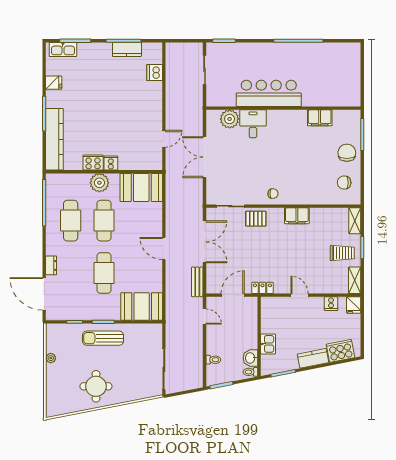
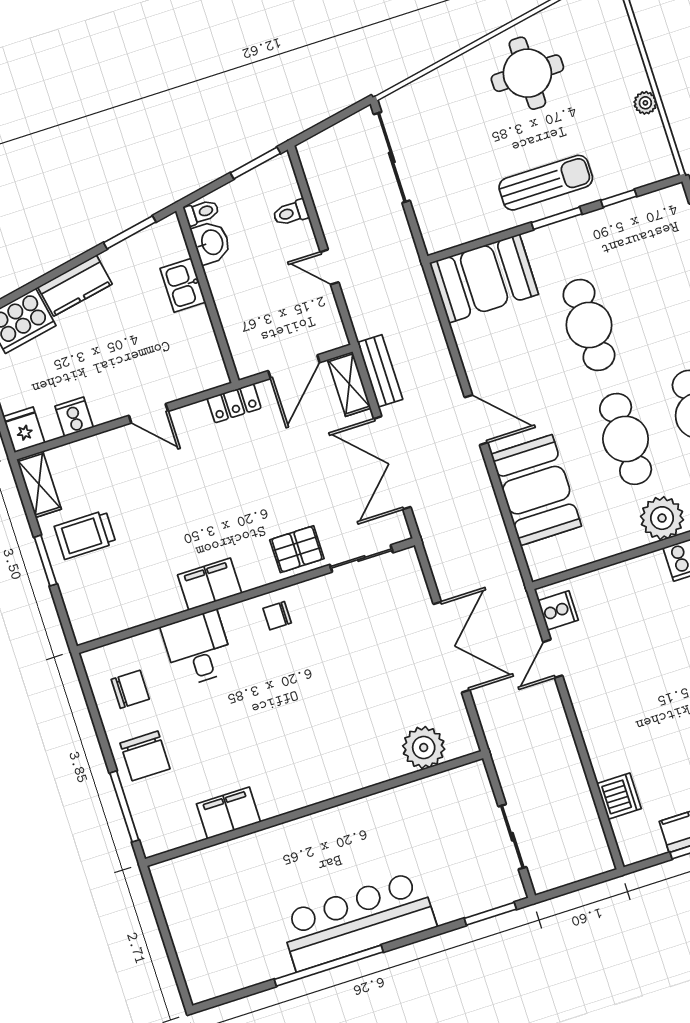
bar counter: (269, 93) -> (358, 921), moved, turned 180
desk: (253, 124) -> (198, 649), moved, turned 180
cooker: (111, 163) -> (558, 610), moved, turned -90
booth: (141, 187) -> (536, 490), moved, turned 90
shelving: (355, 221) -> (349, 384), moved
door: (205, 317) -> (329, 267), moved

